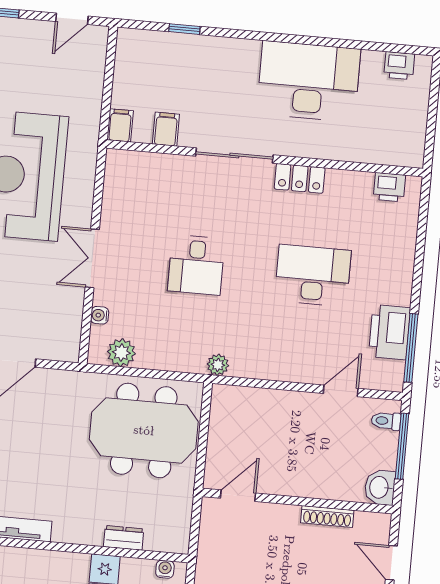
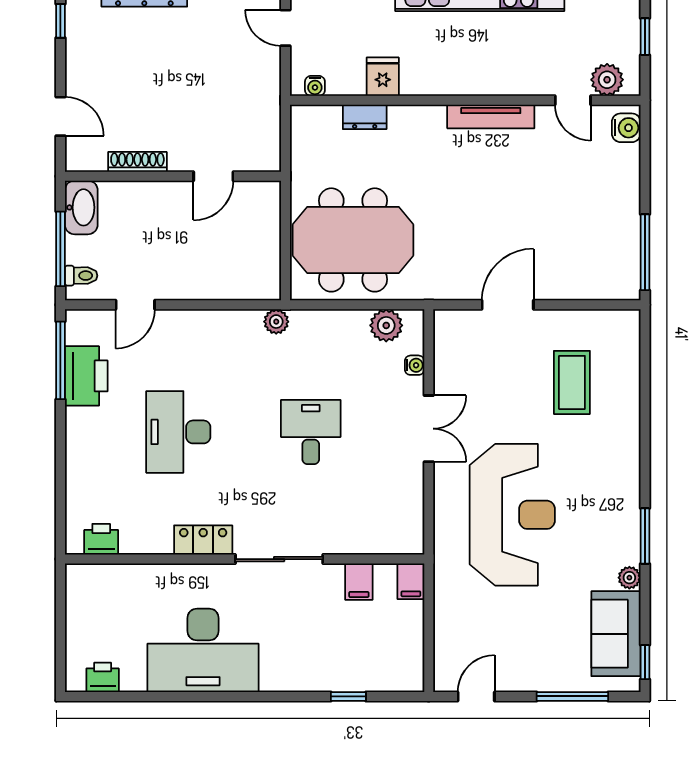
desk: (313, 275) -> (178, 432), turned 90
washbasin: (380, 487) -> (81, 207), width x1.38
door: (238, 496) -> (213, 176), moved

